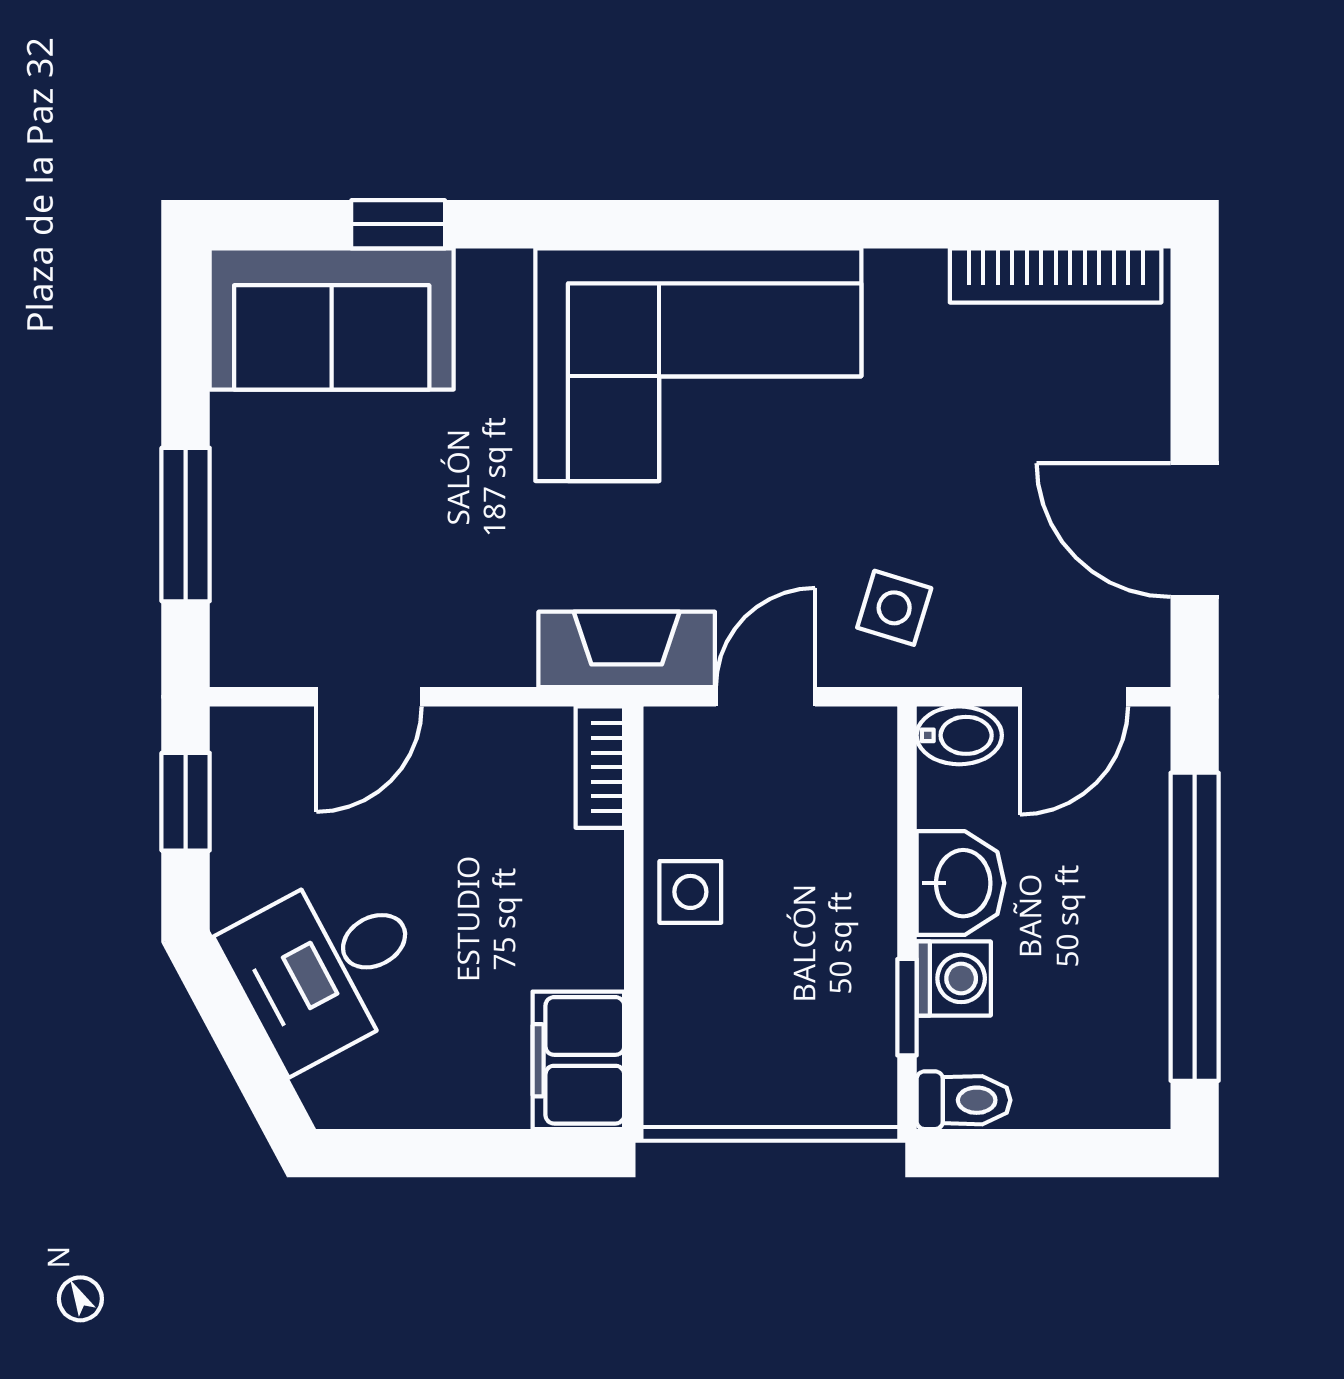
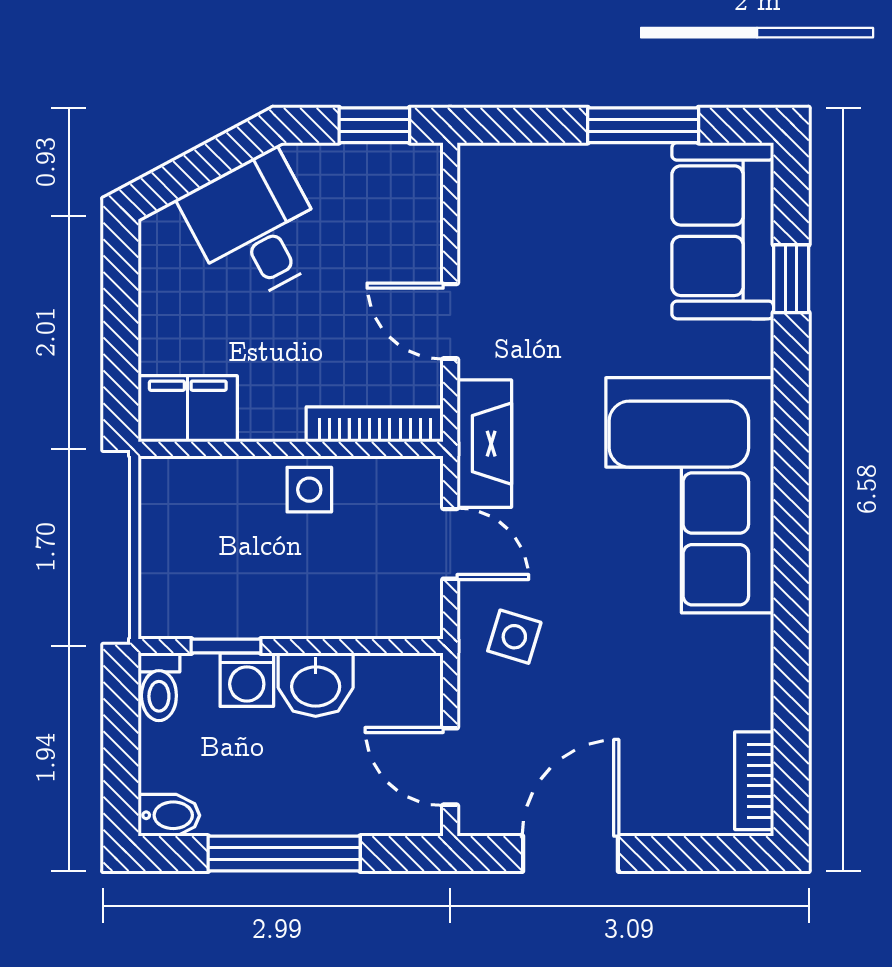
bookcase: (1056, 276) -> (754, 781), width x0.64
window: (186, 525) -> (643, 125), moved
door: (369, 697) -> (450, 321), moved
bidet: (959, 735) -> (169, 815), moved, turned -90
bookcase: (600, 767) -> (375, 424), width x1.56
window: (1195, 927) -> (284, 854), width x0.68

